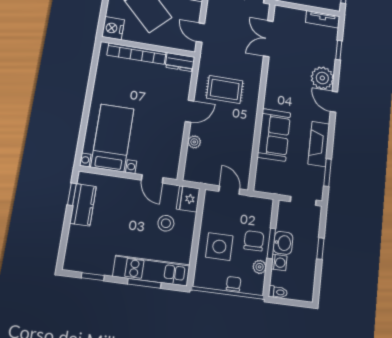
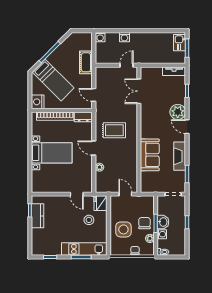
door: (190, 111) -> (94, 148), swing flipped
bed with nightstands: (112, 138) -> (52, 153), moved, turned 90

